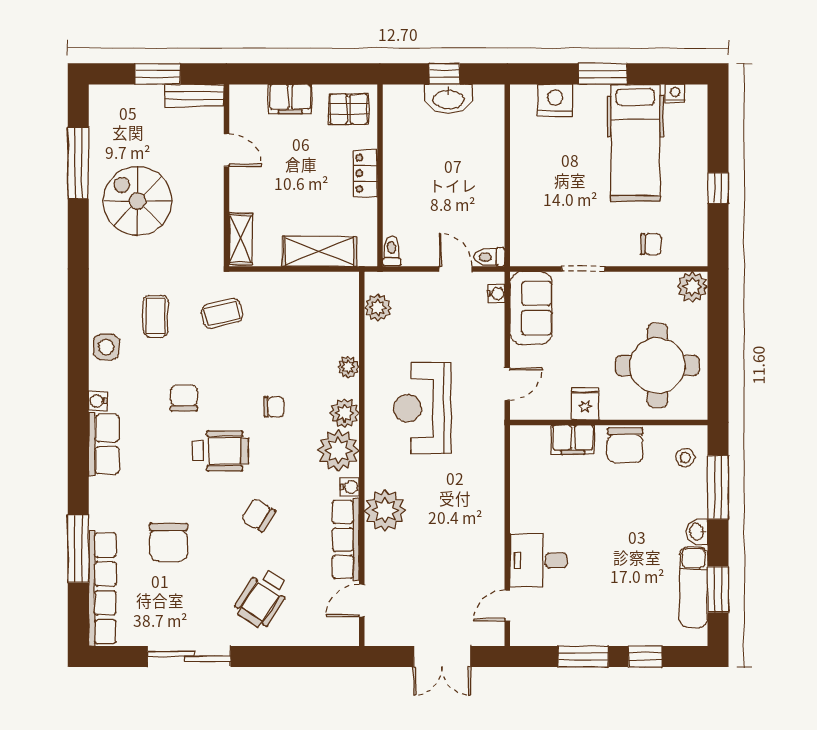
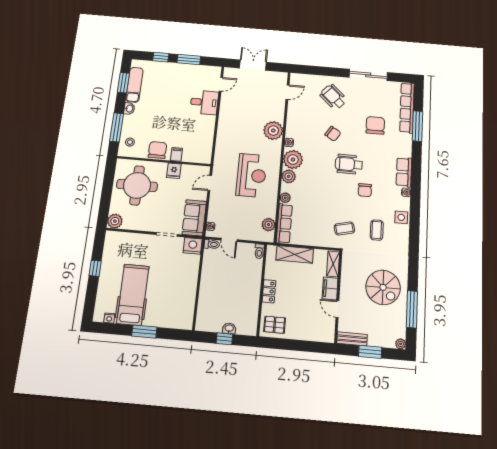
plant: (99, 94) -> (401, 344), added
filing cabinet: (290, 99) -> (330, 288), moved, turned -90
washbasin: (449, 99) -> (229, 328), width x0.52, depth x0.69
nightstand: (555, 100) -> (193, 246), moved, turned 180
chair: (651, 244) -> (132, 244), removed
chair: (274, 407) -> (322, 182), removed
filing cabinet: (573, 440) -> (177, 154), width x0.50
row of seats: (346, 540) -> (284, 224), moved
wheelchair: (262, 598) -> (333, 97), turned -80

